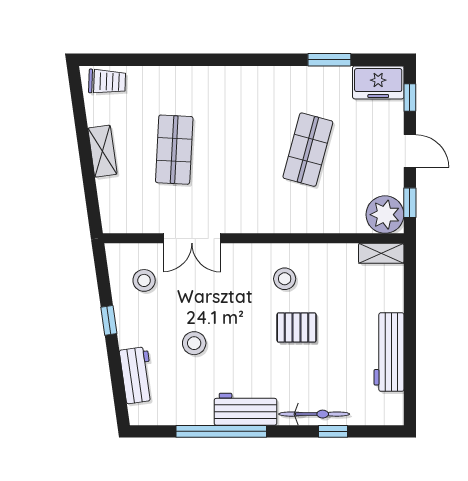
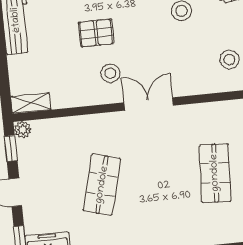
plant: (385, 215) -> (23, 130), width x0.53, depth x0.53
double door: (192, 238) -> (149, 104), moved

